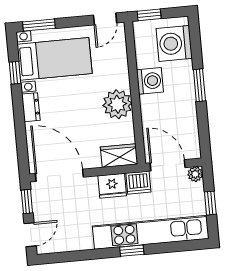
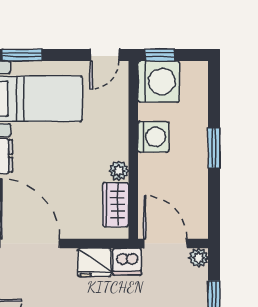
washing machine: (174, 43) -> (159, 81), moved, turned 180
plant: (117, 104) -> (119, 171), width x0.53, depth x0.53
wardrobe: (119, 156) -> (116, 205), moved, turned -90

